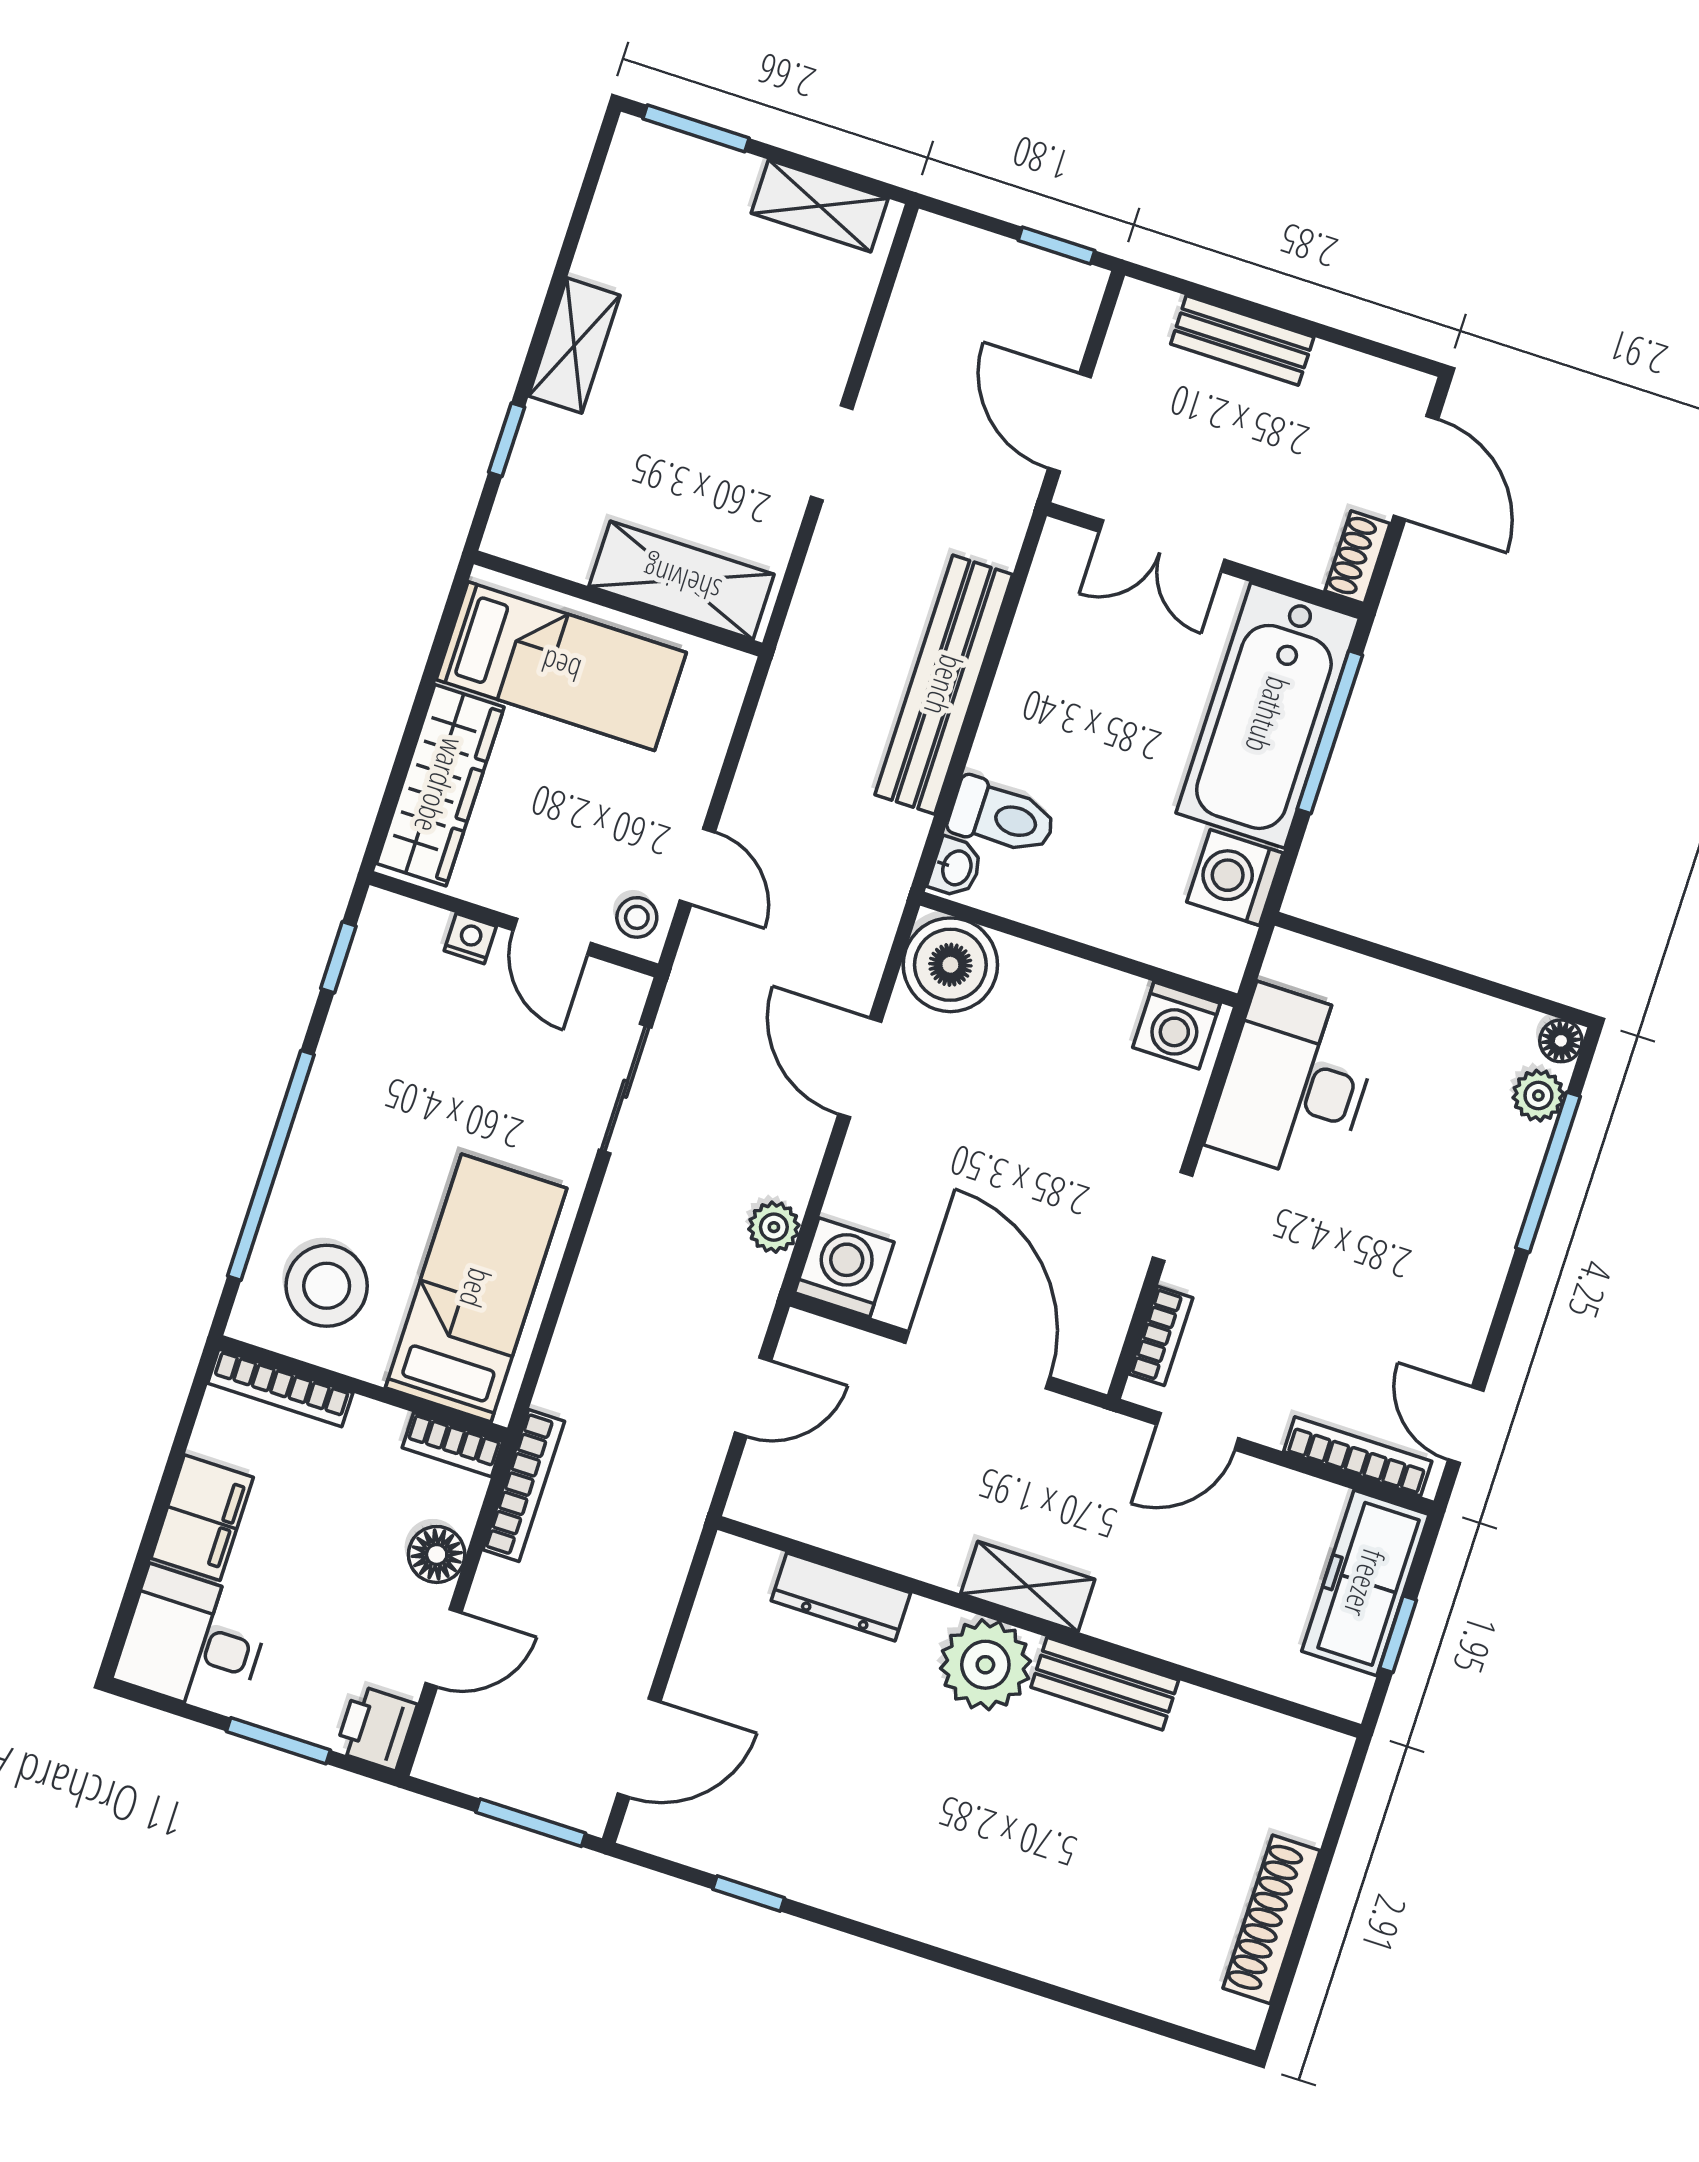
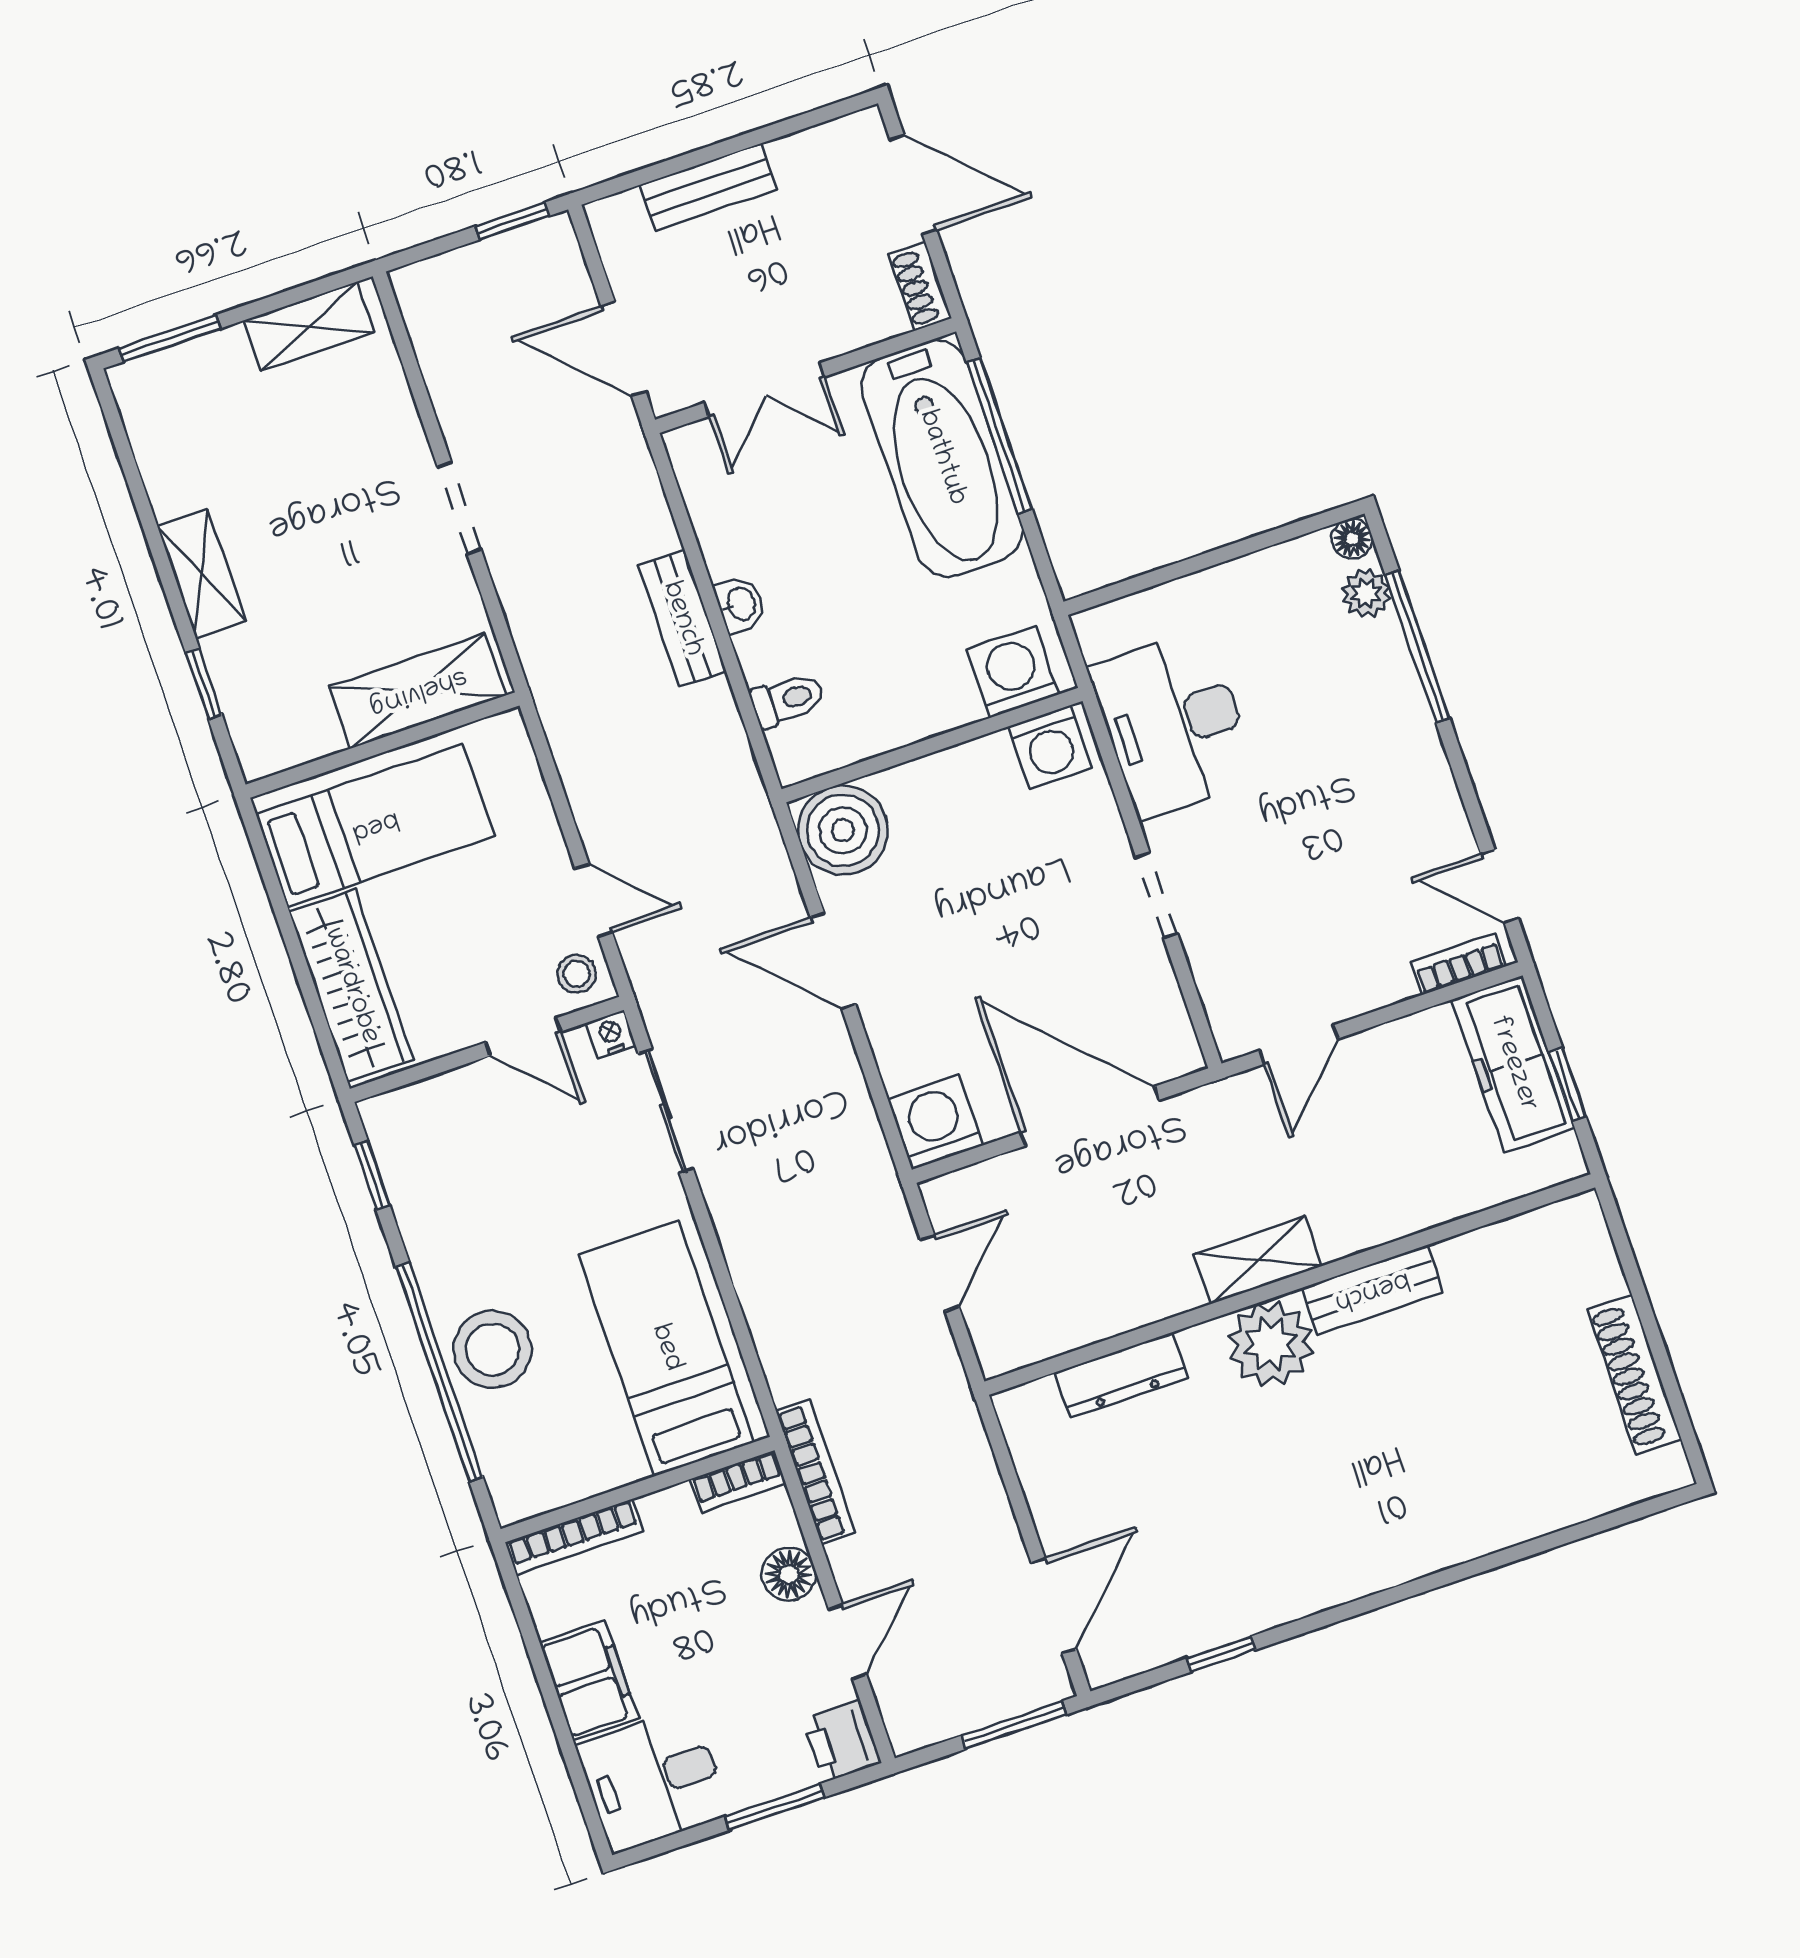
bench: (944, 685) -> (682, 619), width x0.54, depth x0.82
toilet: (1002, 817) -> (788, 700), width x0.73, depth x0.72
washbasin: (956, 867) -> (740, 604), moved
washing machine: (1235, 878) -> (1013, 672), moved, turned 90
nightstand: (470, 939) -> (611, 1034), moved
plant: (774, 1227) -> (859, 1132), removed
stool: (327, 1286) -> (492, 1349), moved
bookcase: (1161, 1336) -> (1216, 993), removed
bookcase: (1358, 1456) -> (1458, 964), width x0.64

